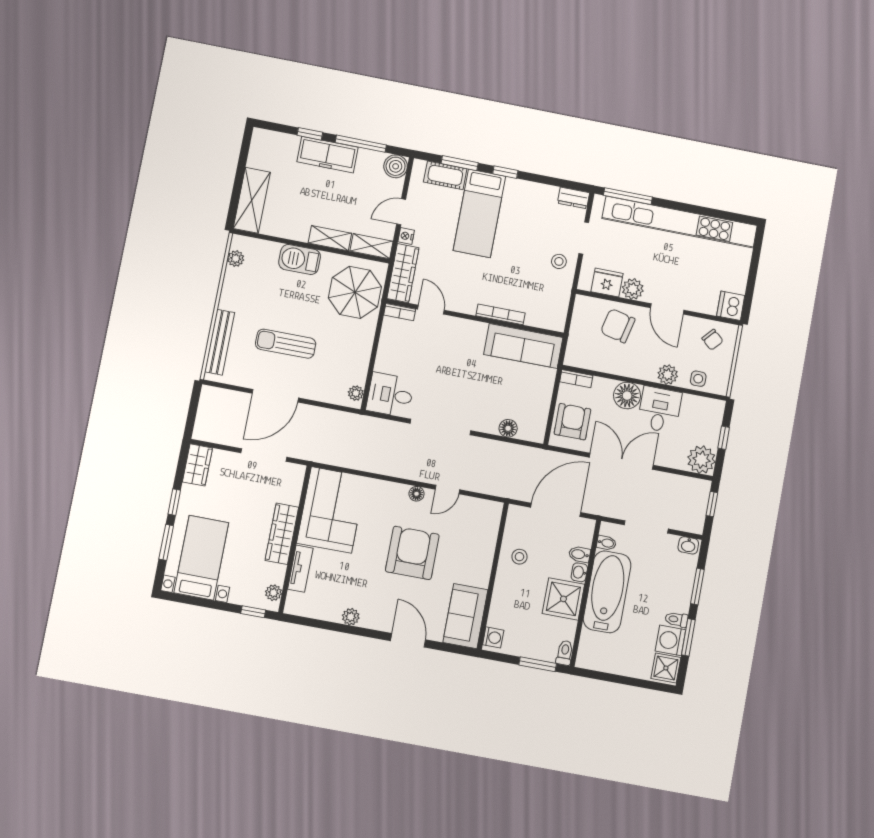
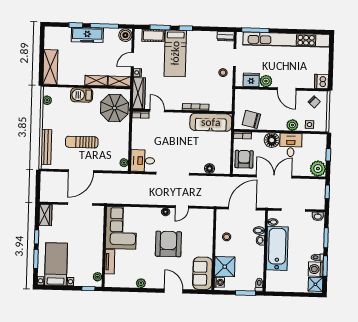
chair: (618, 326) -> (251, 119), moved
wardrobe: (282, 534) -> (97, 245), removed
shower: (563, 599) -> (225, 267), moved

